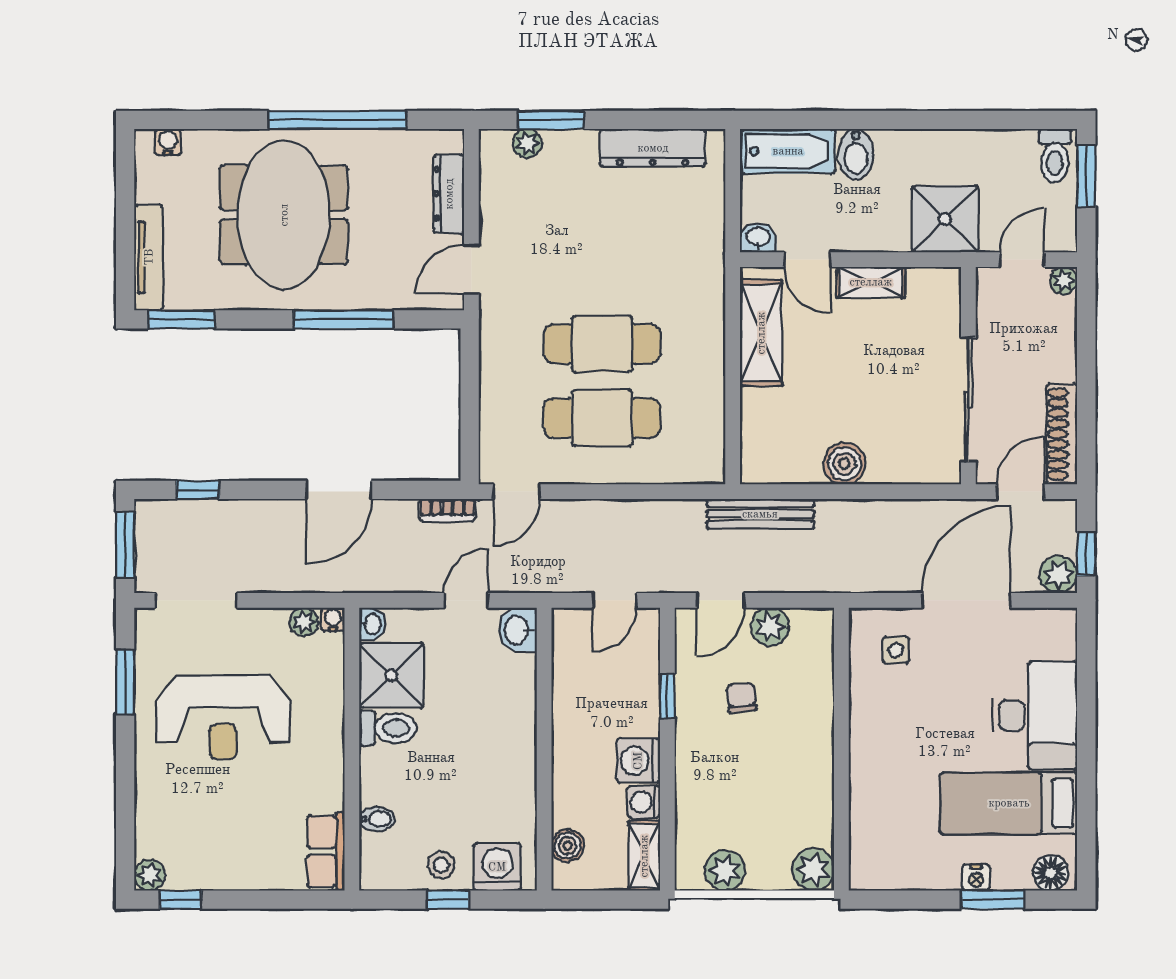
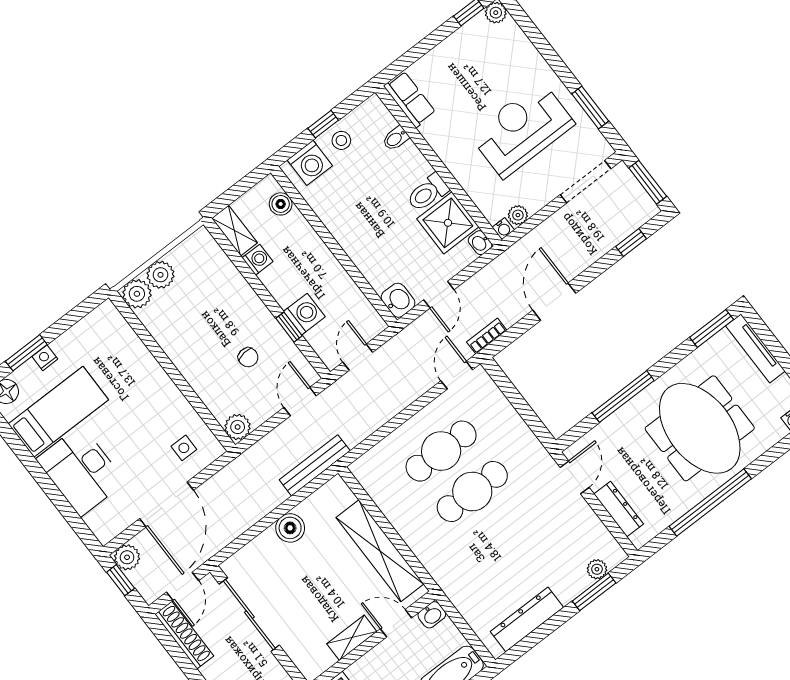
shelving: (761, 333) -> (380, 551), width x1.47
plant: (770, 627) -> (238, 427), moved
washing machine: (638, 761) -> (304, 314), moved
plant: (725, 871) -> (160, 275), moved

